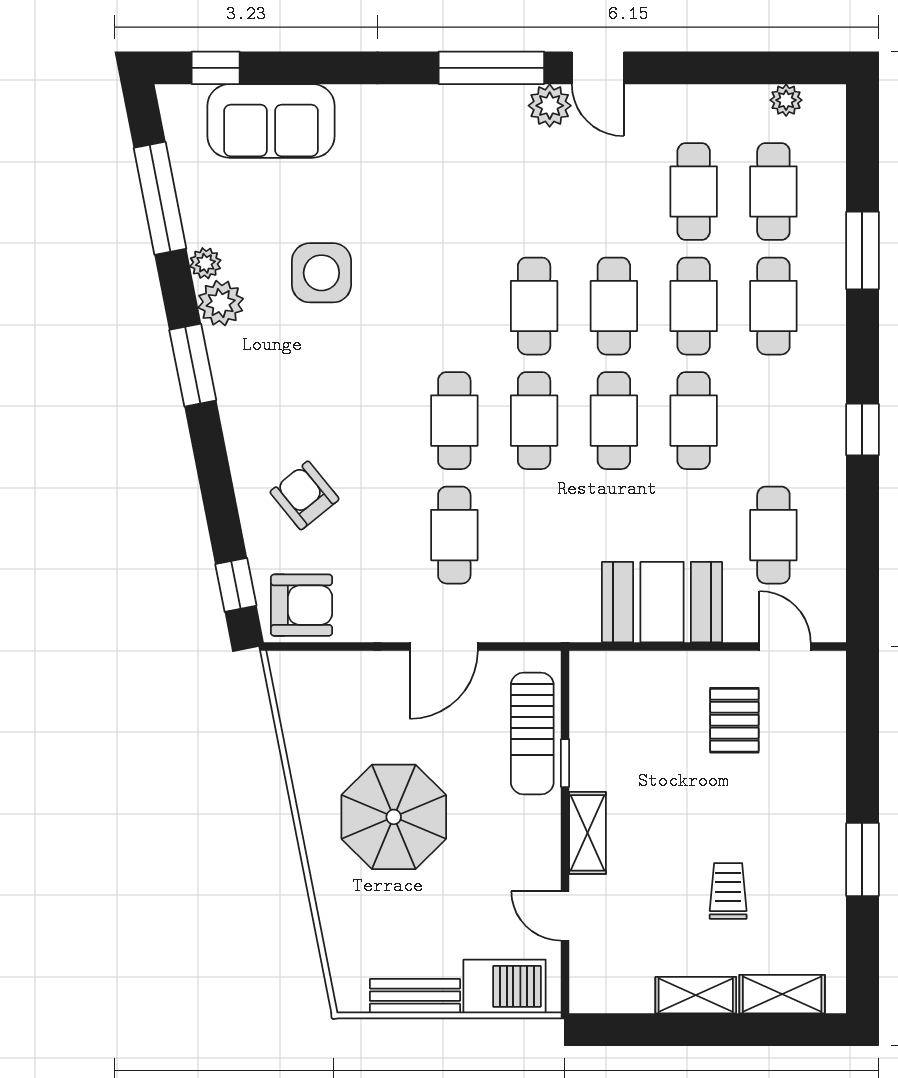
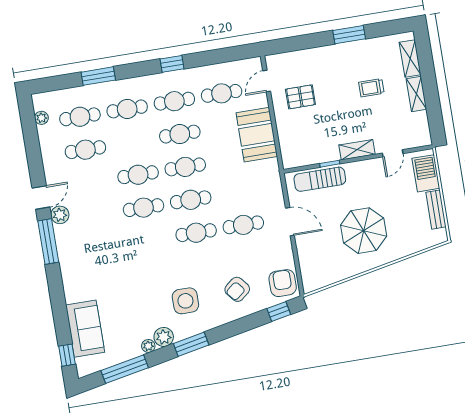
side table: (321, 273) -> (185, 301), moved
cafe table: (694, 306) -> (174, 101), moved
sun lounger: (532, 734) -> (320, 179), turned 180

